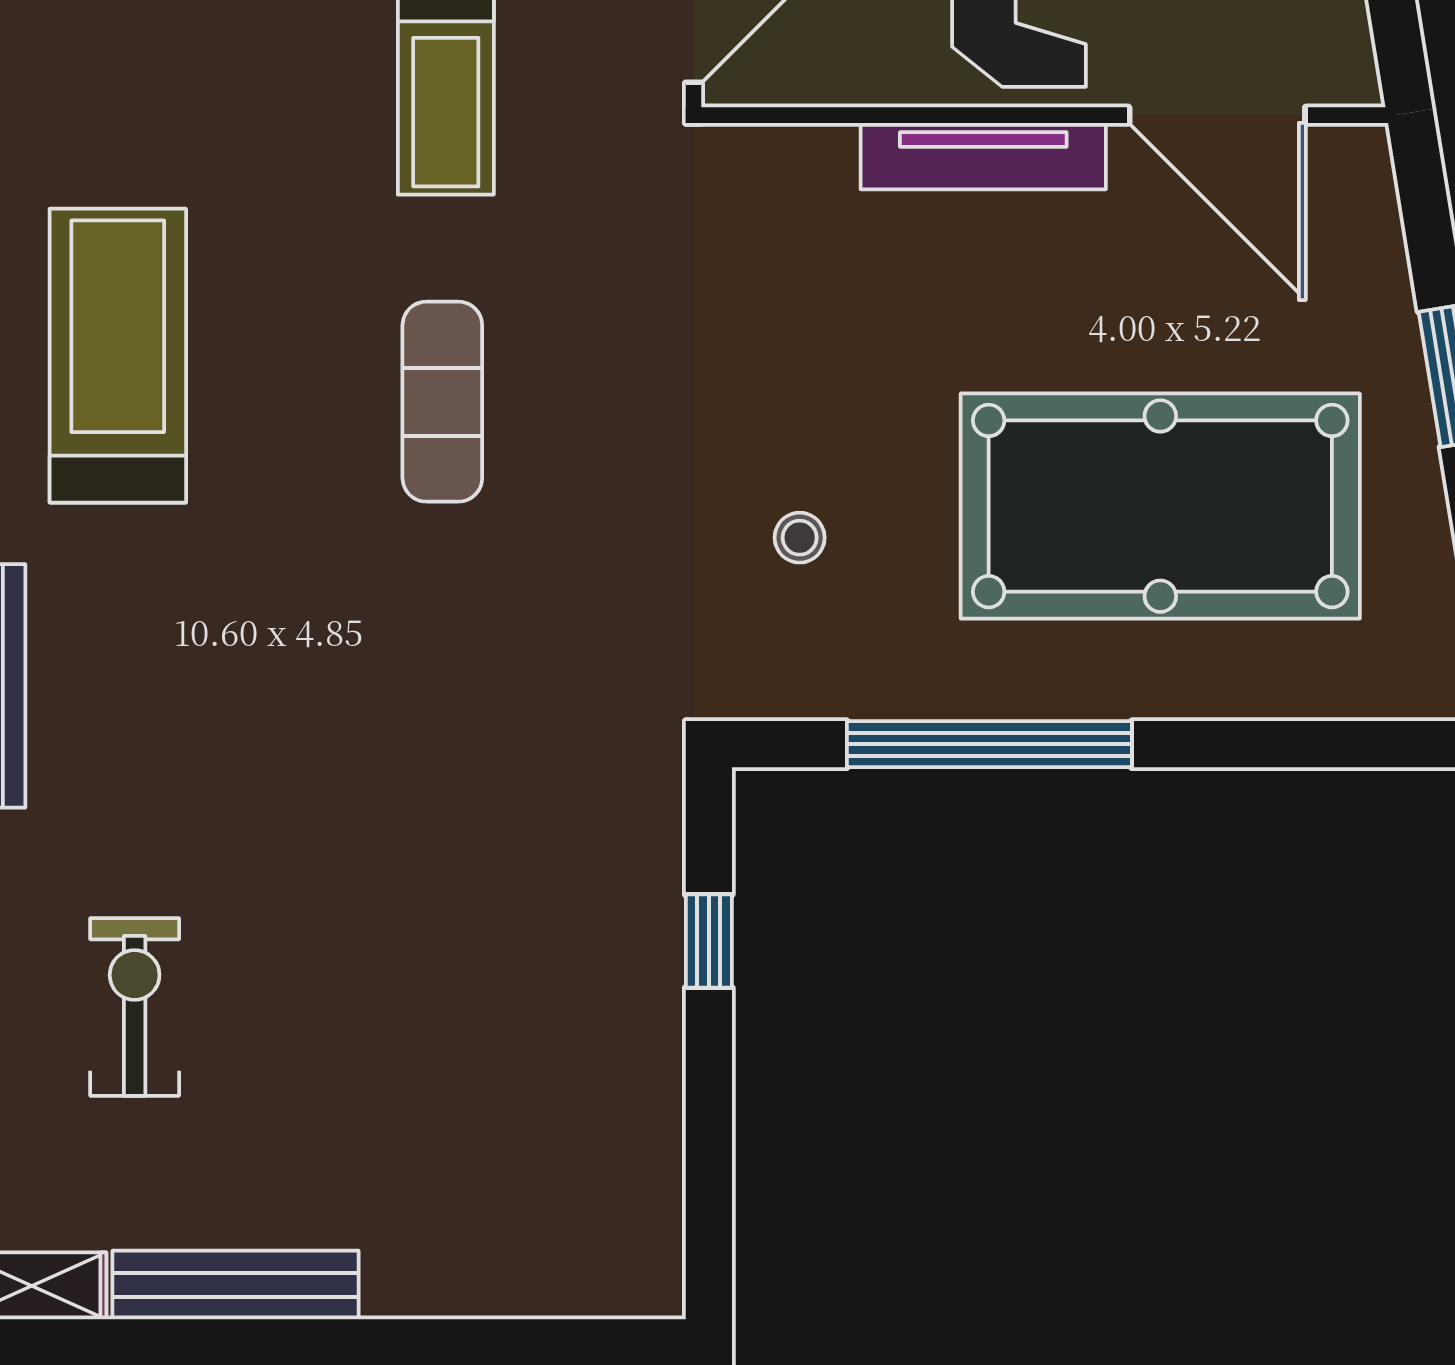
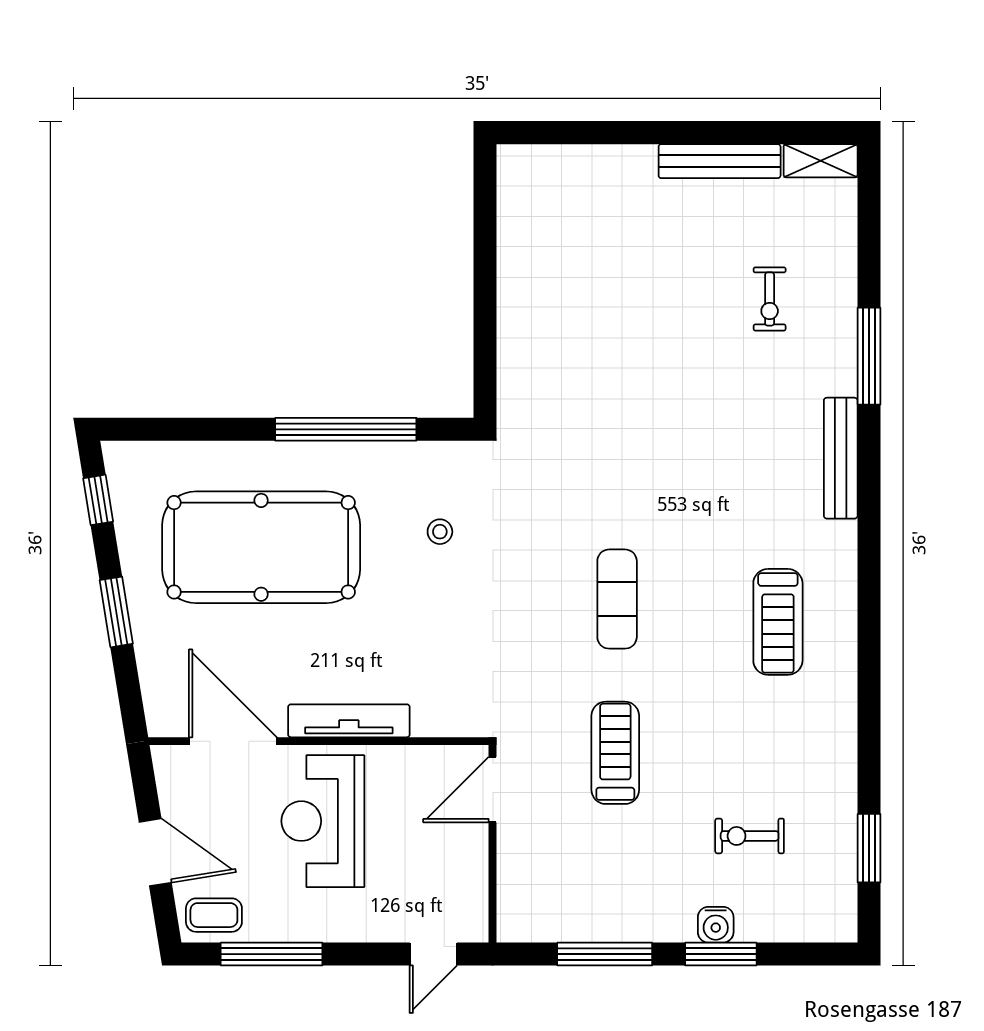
treadmill: (118, 356) -> (778, 622), width x0.73, depth x0.73
window: (709, 941) -> (485, 332), removed
exercise bike: (135, 1007) -> (770, 299), width x0.73, depth x0.72

